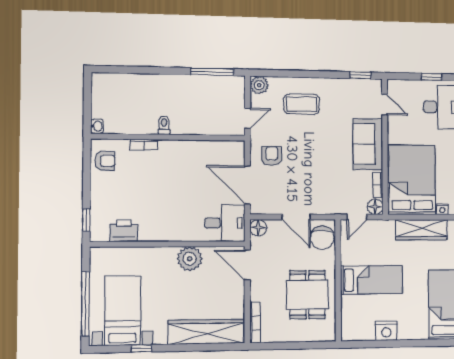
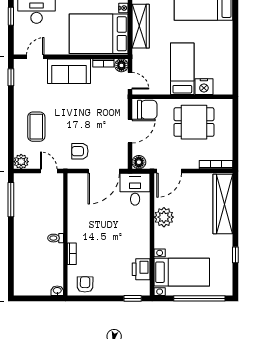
bed with nightstands: (123, 311) -> (182, 272), moved, turned 180
nightstand: (386, 331) -> (204, 87), moved, turned 90

